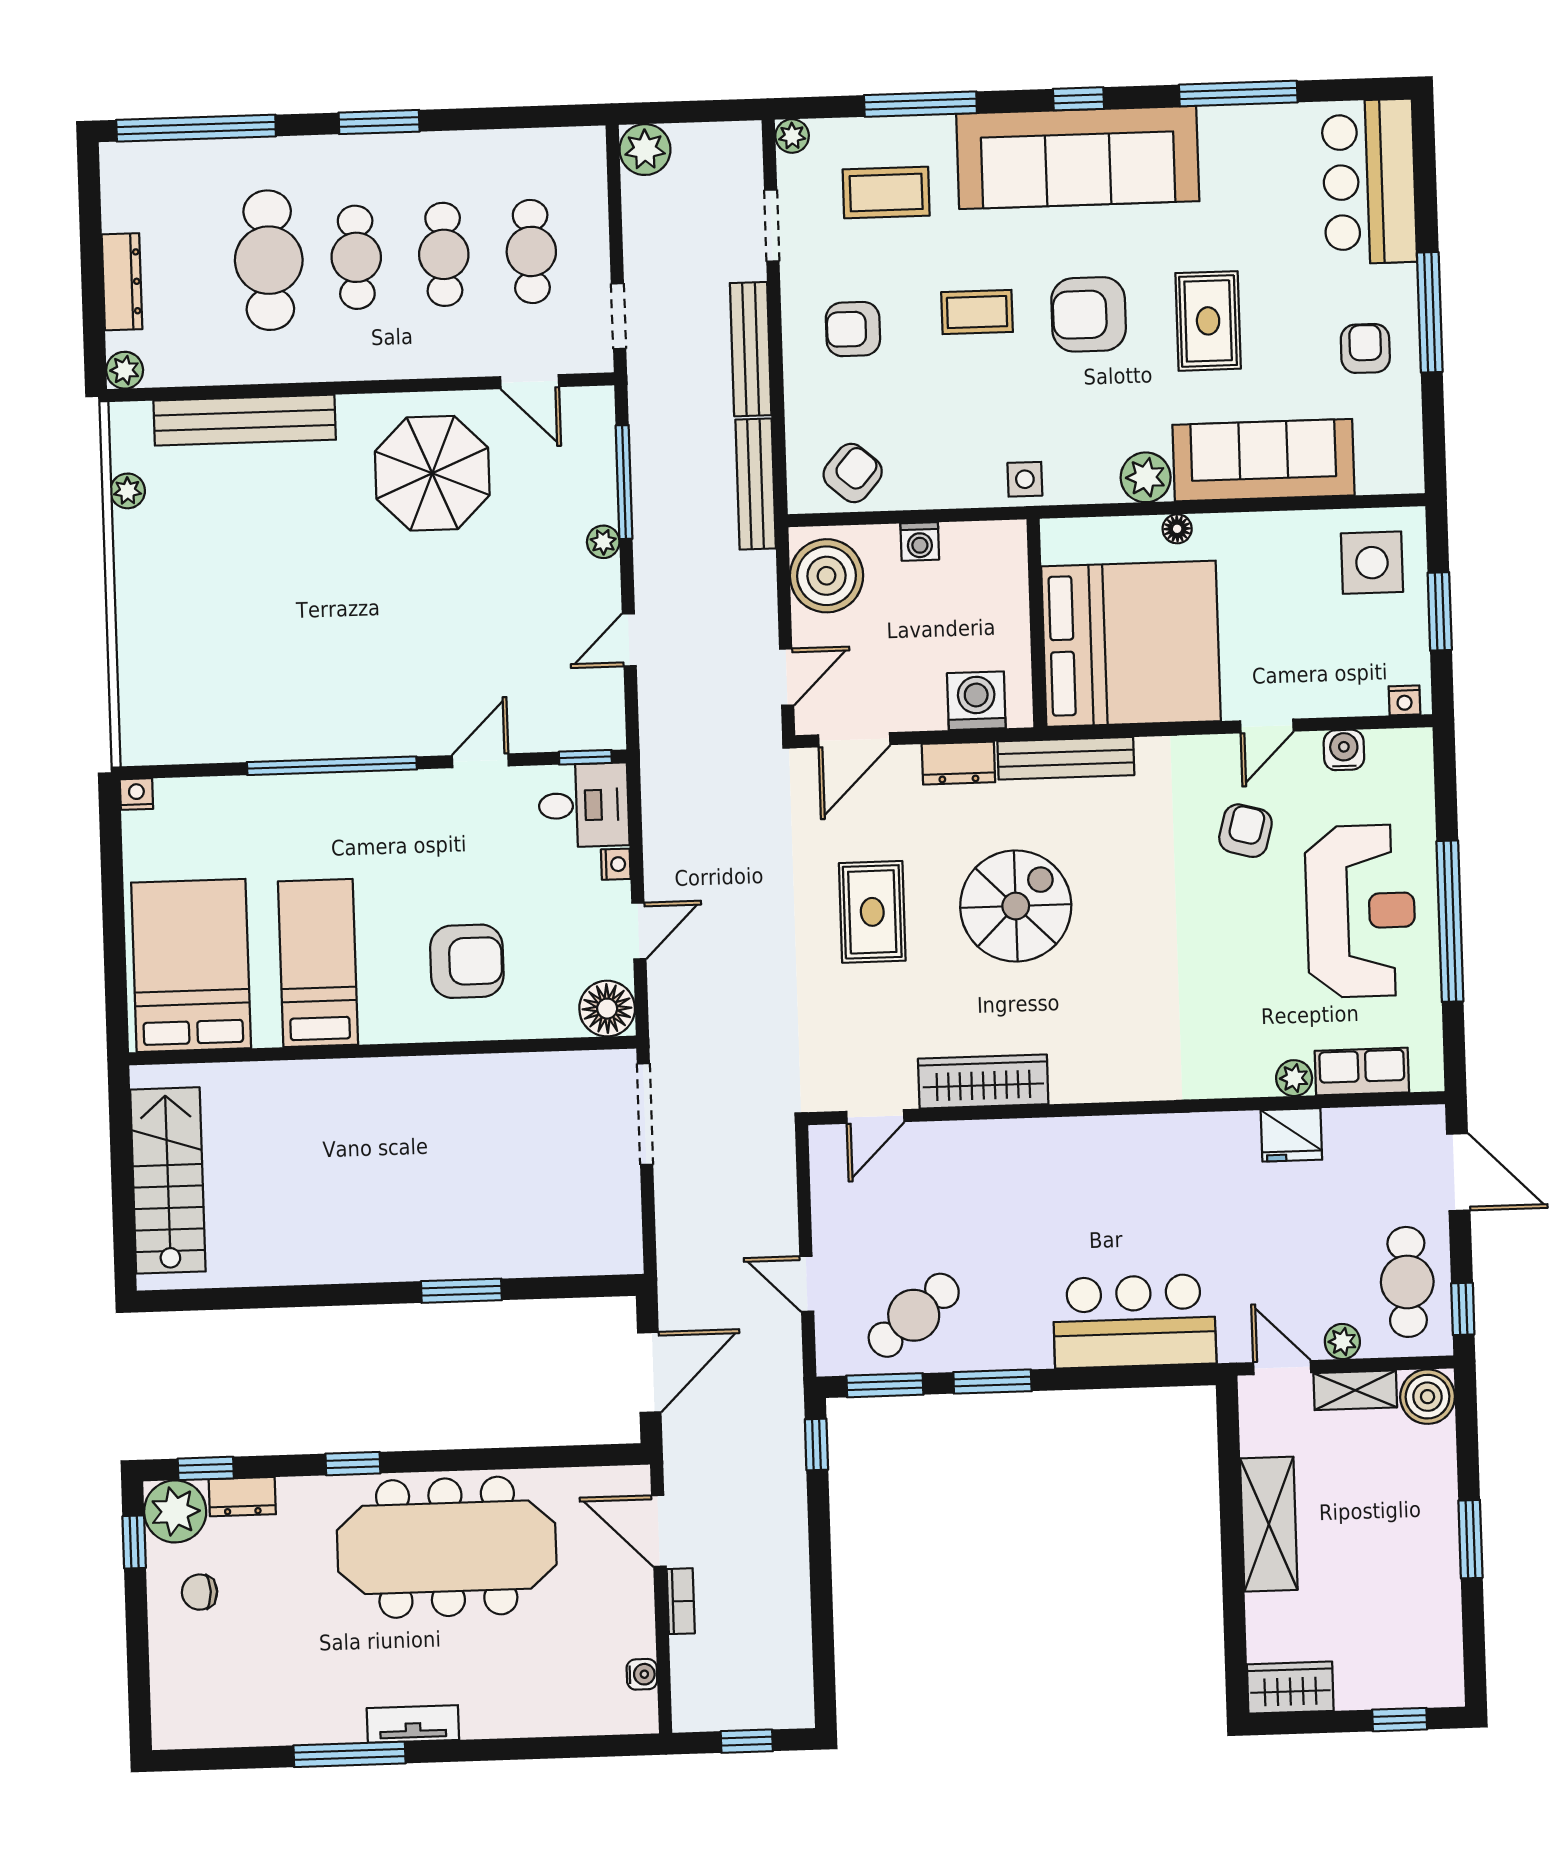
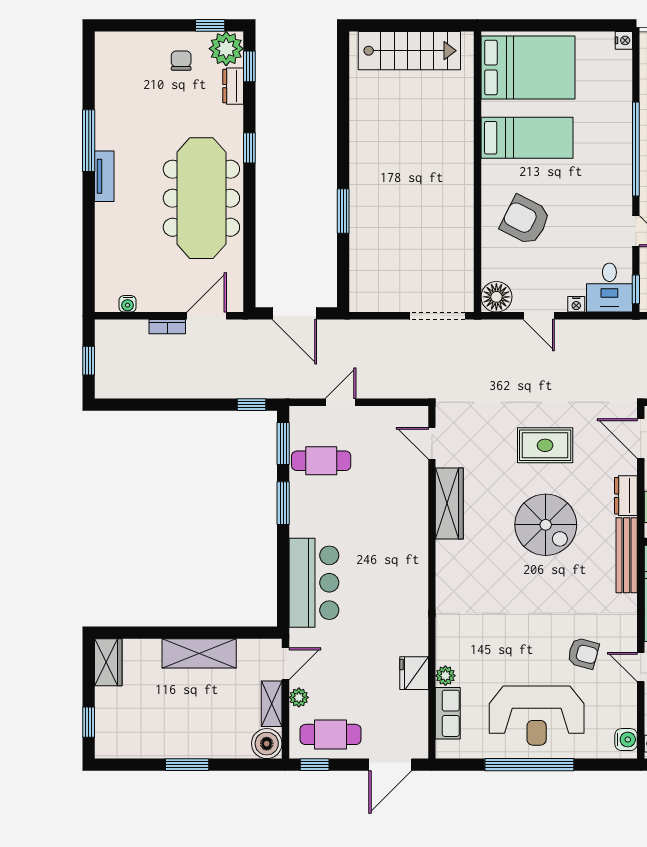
water cooler: (1344, 750) -> (626, 740), moved
armchair: (467, 961) -> (525, 220), turned 117
cafe table: (914, 1315) -> (321, 461), turned -51

